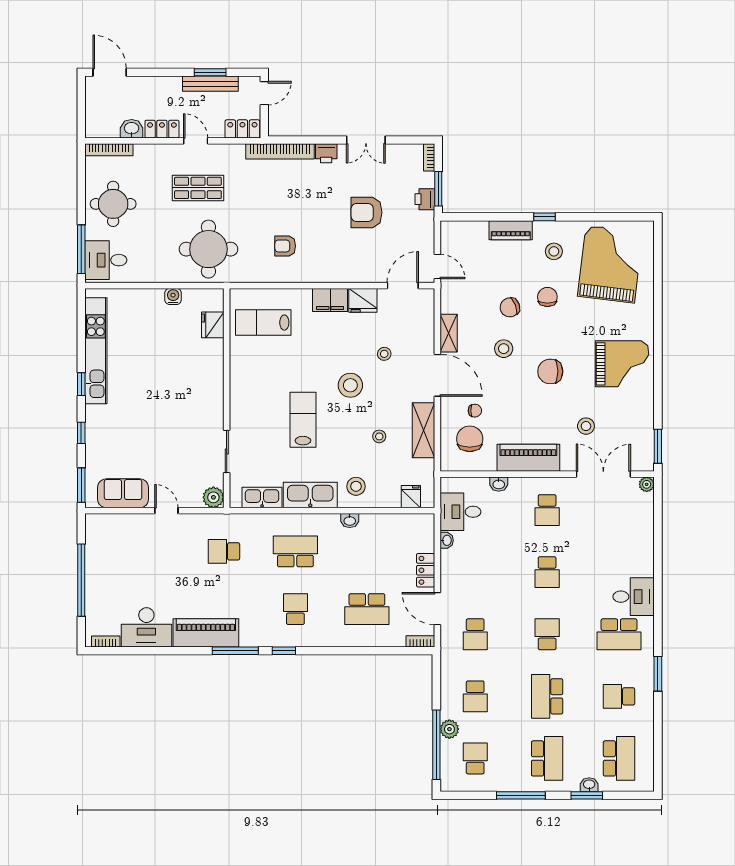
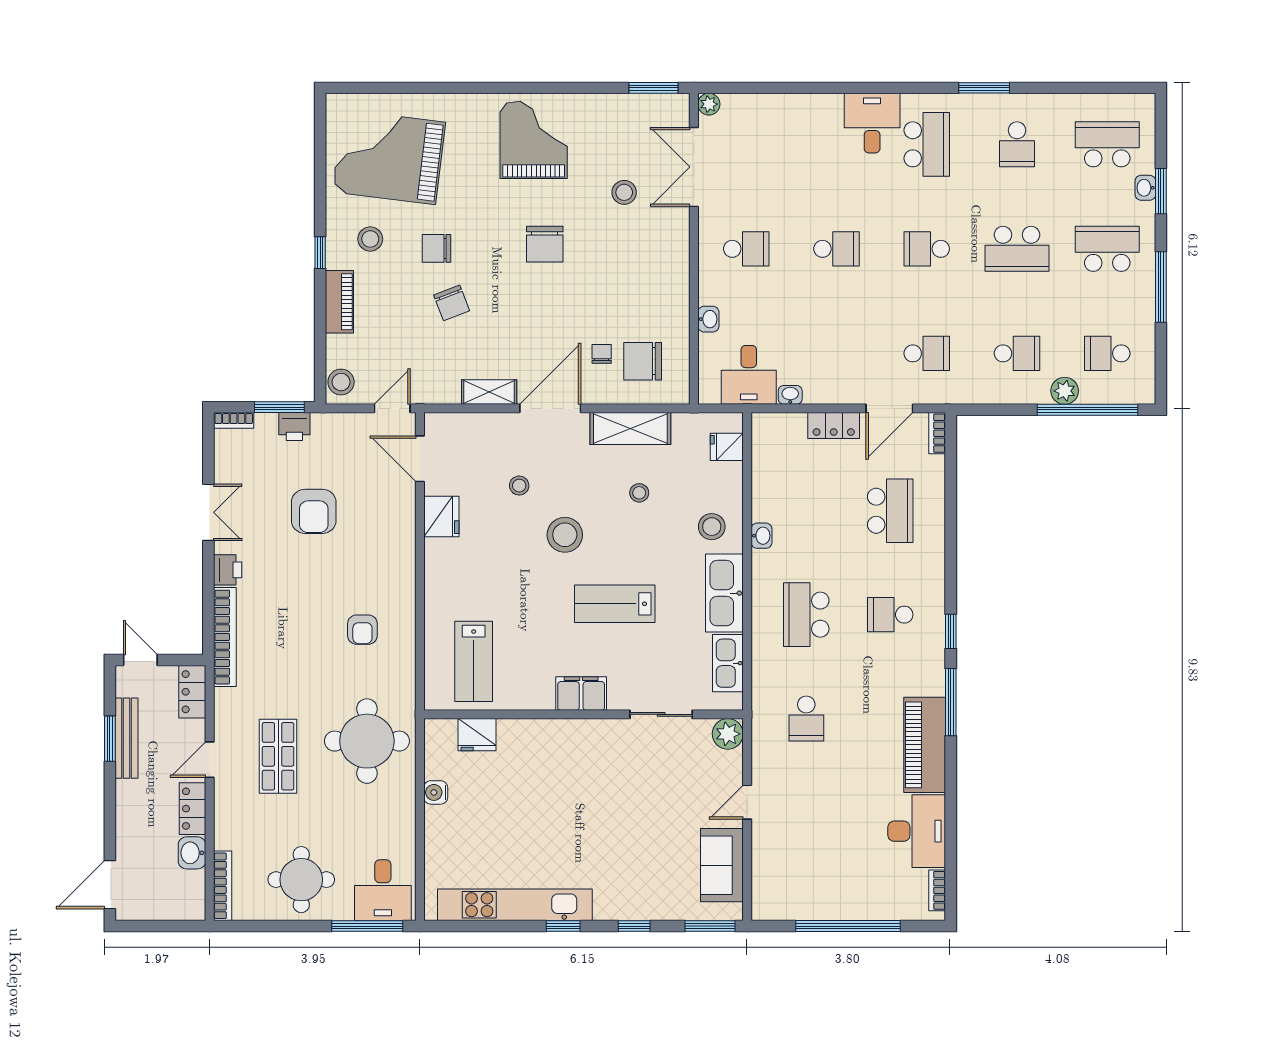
filing cabinet: (330, 300) -> (581, 694), moved, turned -90
stool: (504, 349) -> (341, 382), moved
piano: (528, 458) -> (670, 276), removed

